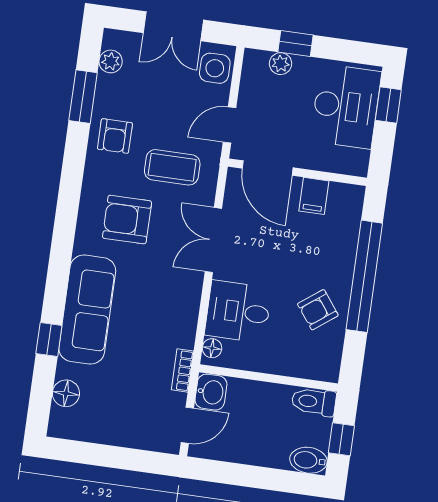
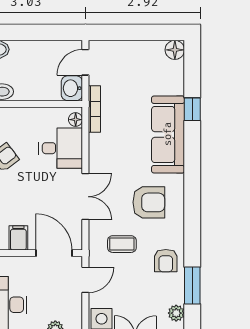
armchair: (115, 136) -> (166, 261), turned 180
coffee table: (172, 167) -> (122, 244), width x0.73, depth x0.77
bookcase: (182, 370) -> (94, 109), width x1.56
floor lamp: (66, 393) -> (175, 50), moved

